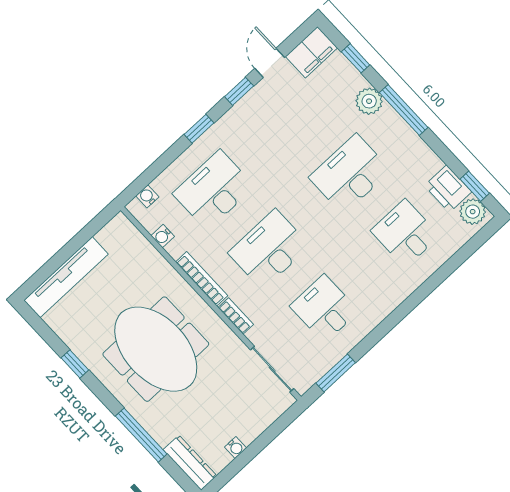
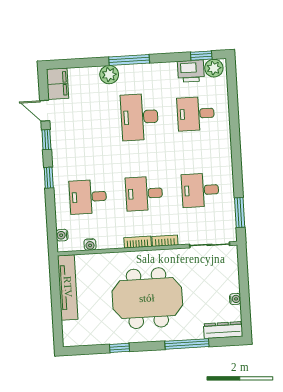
window: (356, 58) -> (80, 63), removed
desk: (214, 190) -> (88, 197), width x0.73
desk: (269, 249) -> (144, 194), width x0.73
tv unit: (66, 277) -> (68, 287), moved
bookcase: (202, 279) -> (138, 242), width x0.64

